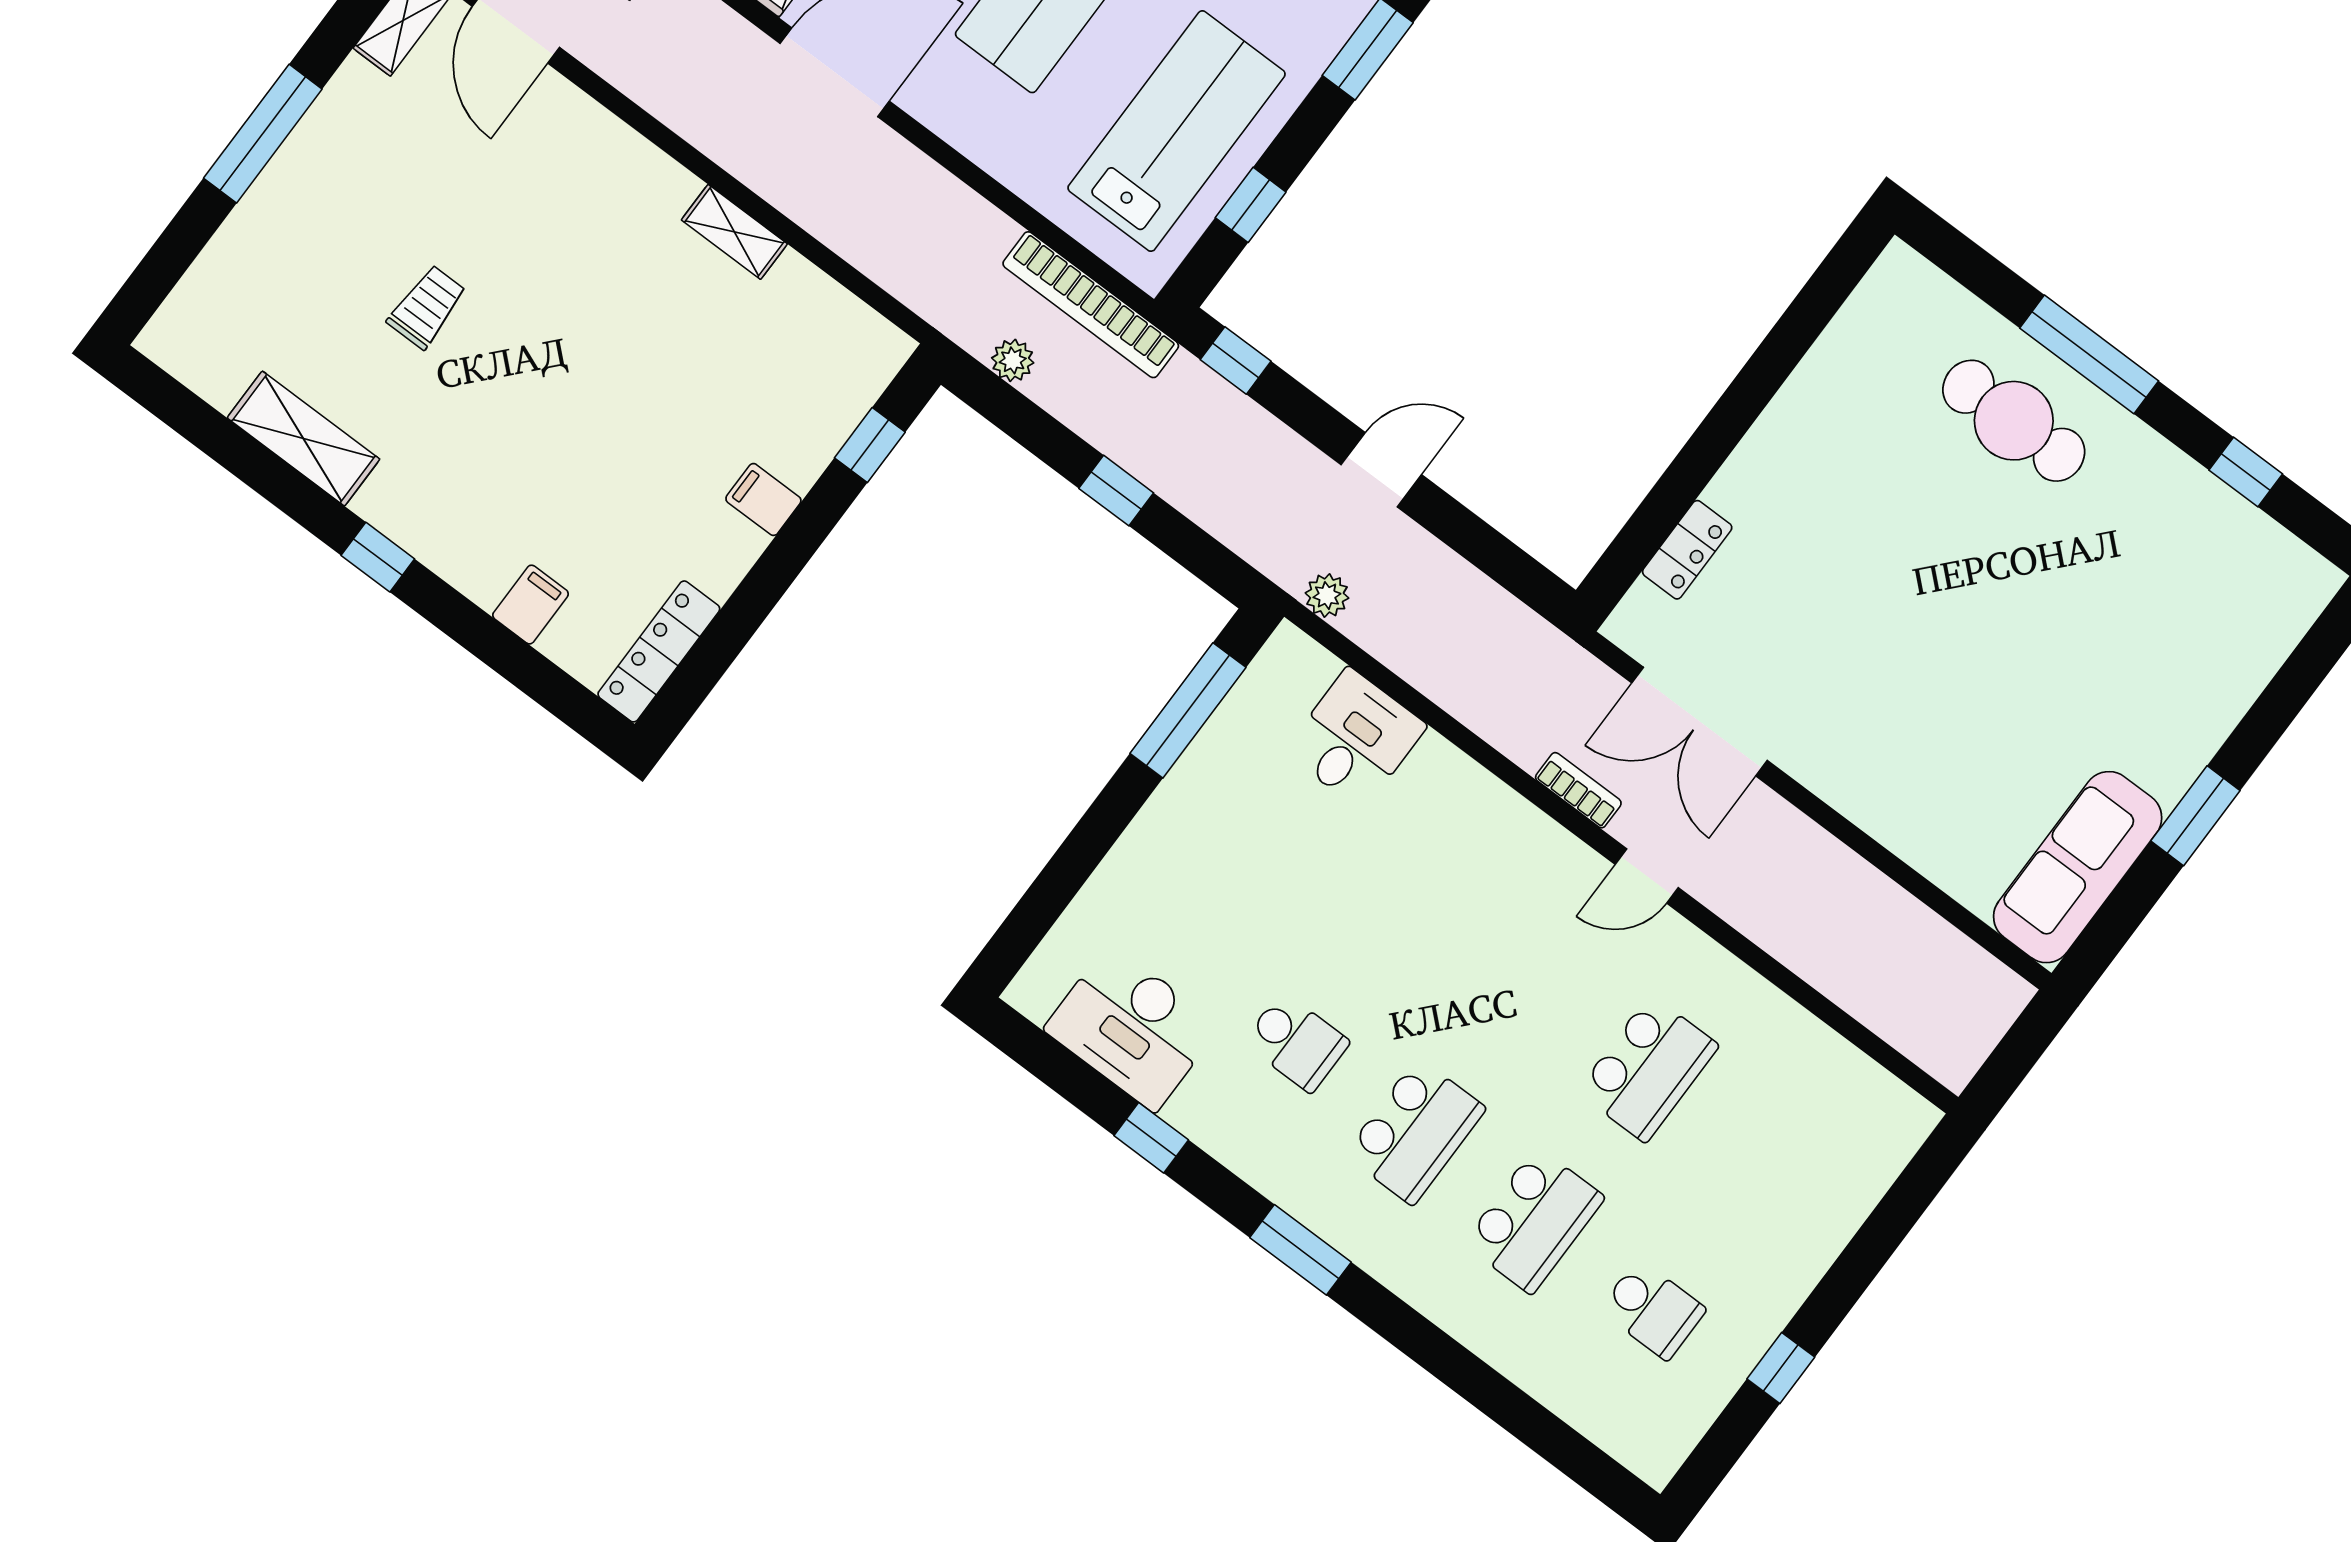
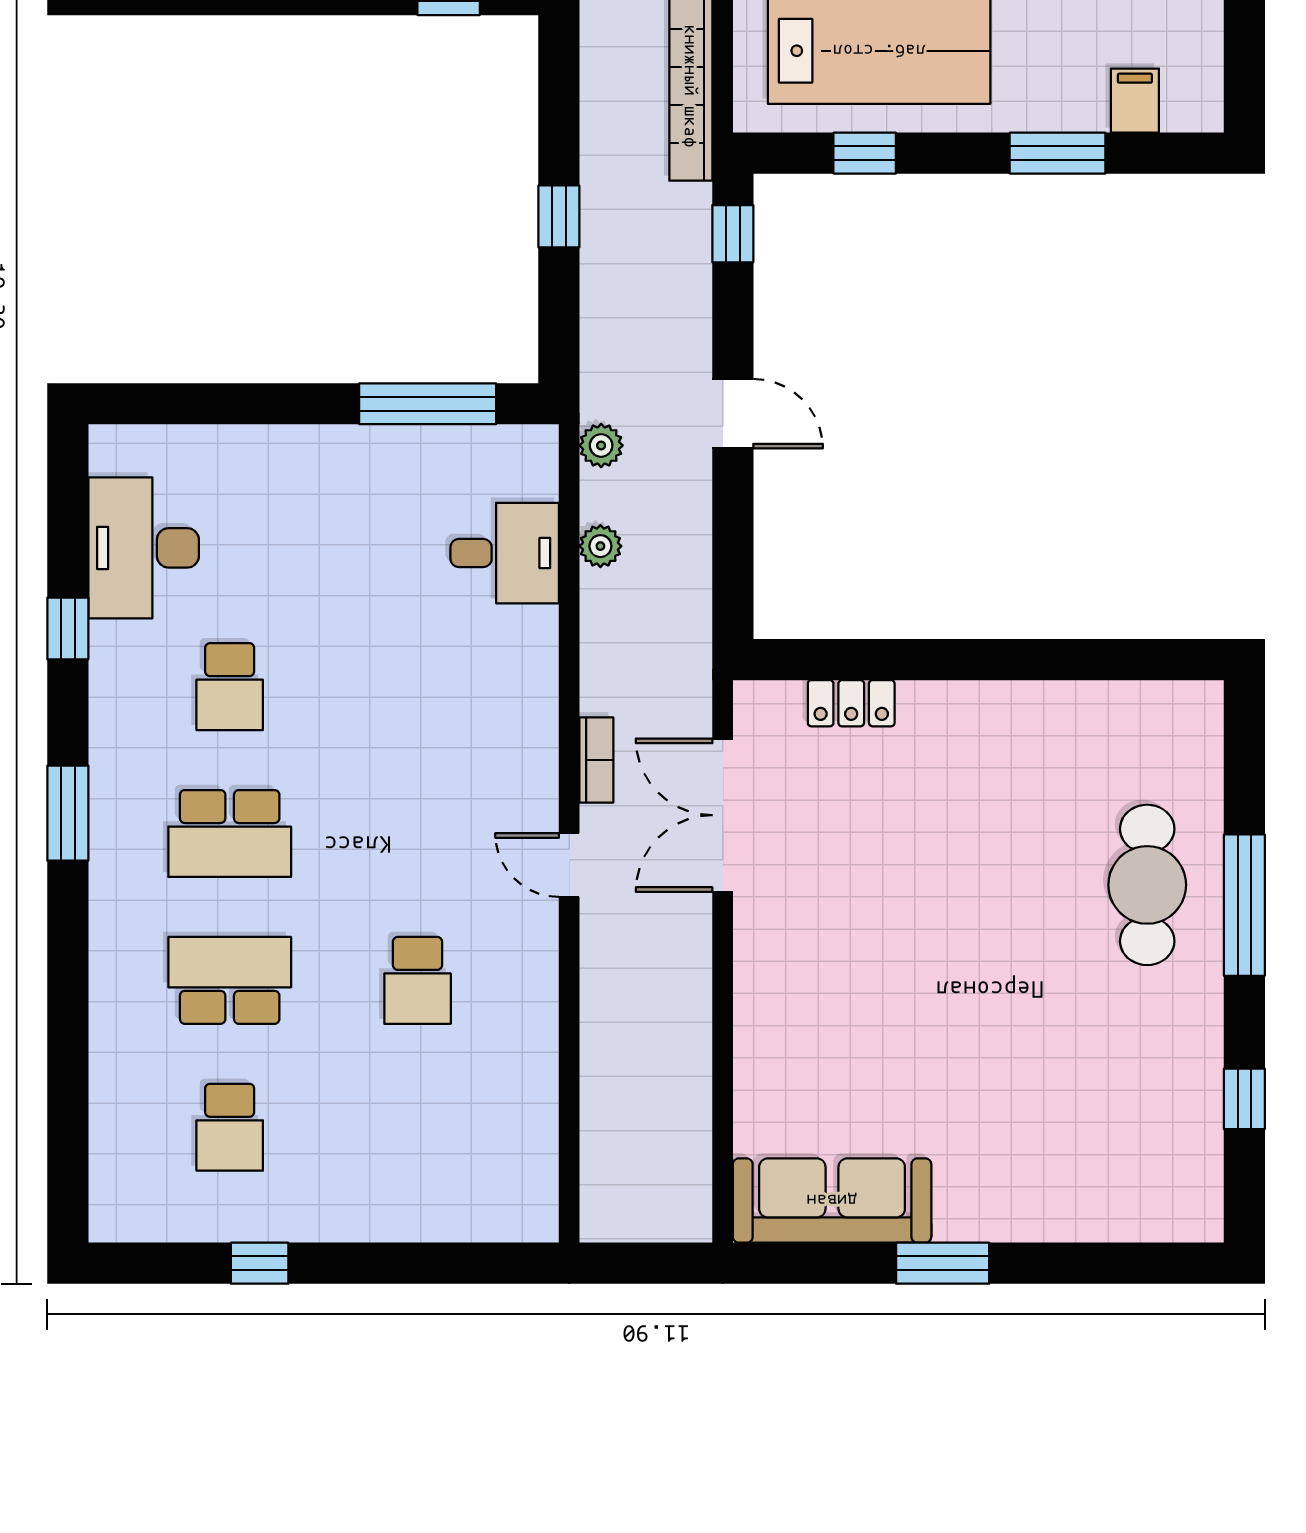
plant: (1013, 360) -> (600, 546), moved
school desk: (1648, 1069) -> (418, 980), width x0.54
school desk: (1534, 1221) -> (230, 980), turned 180

